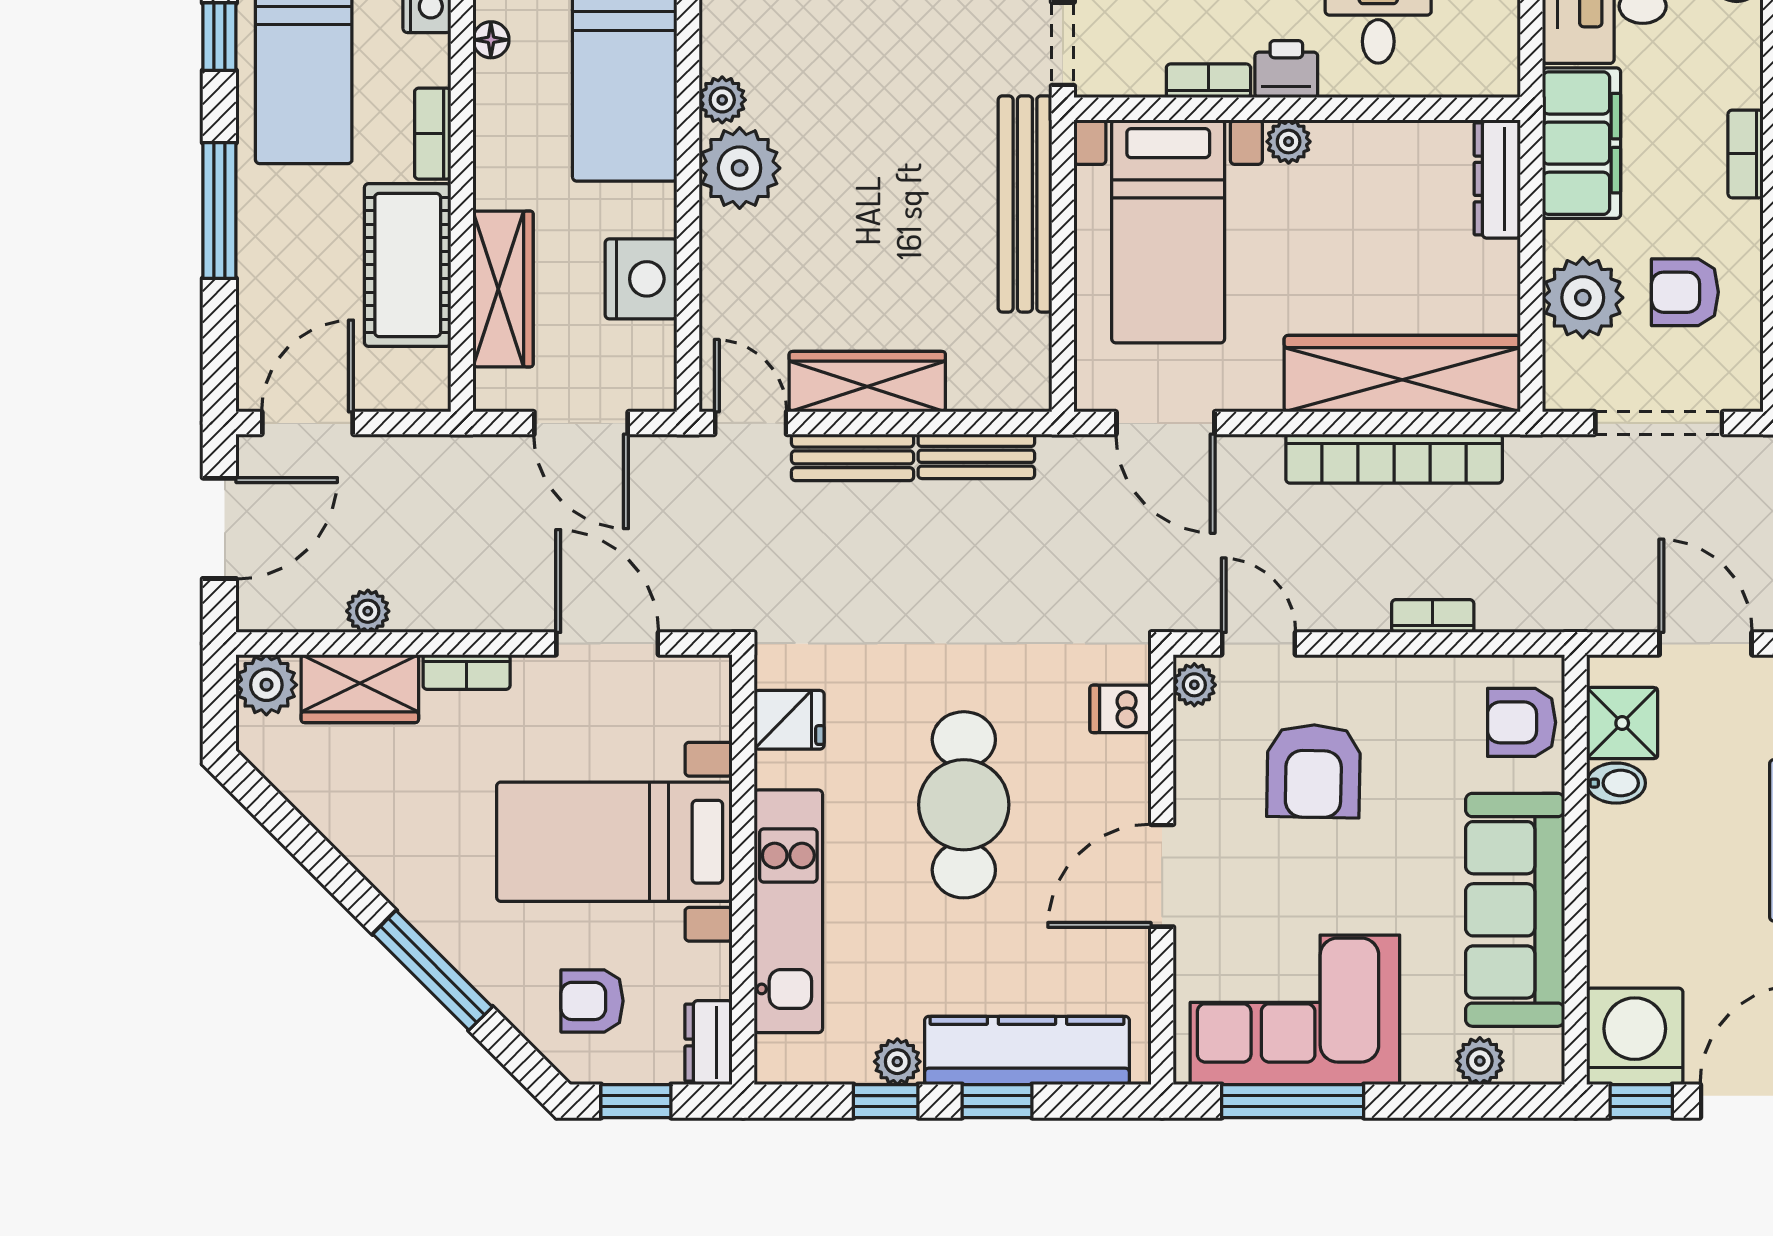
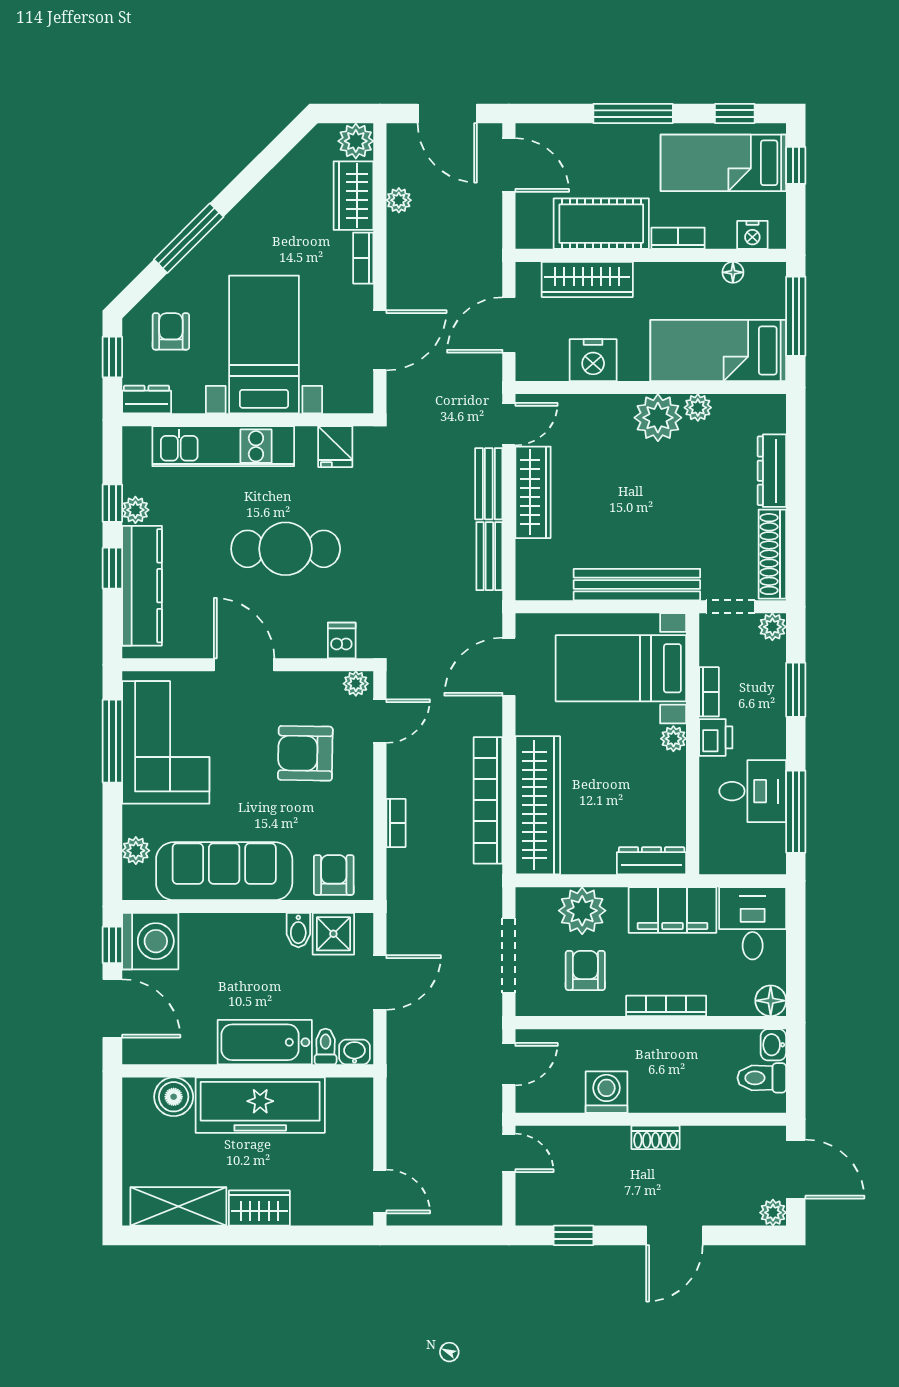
bookcase: (1745, 154) -> (666, 1006), width x1.56

